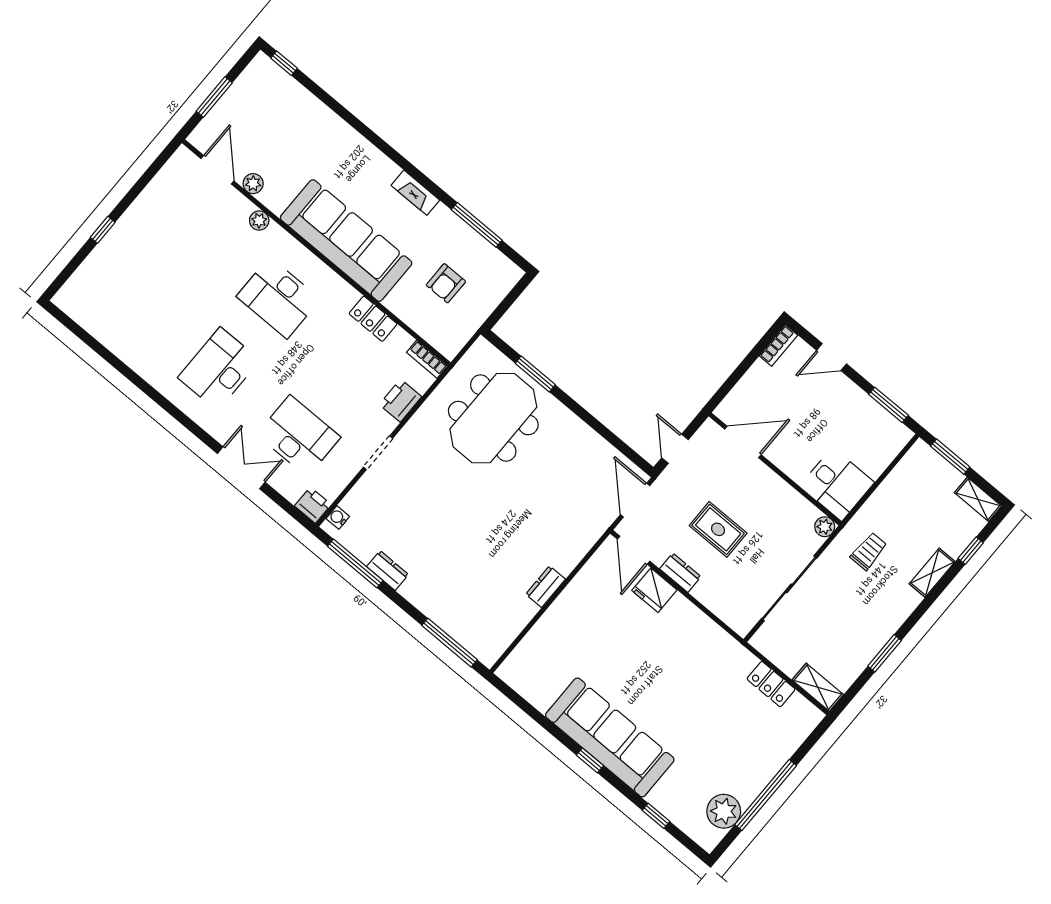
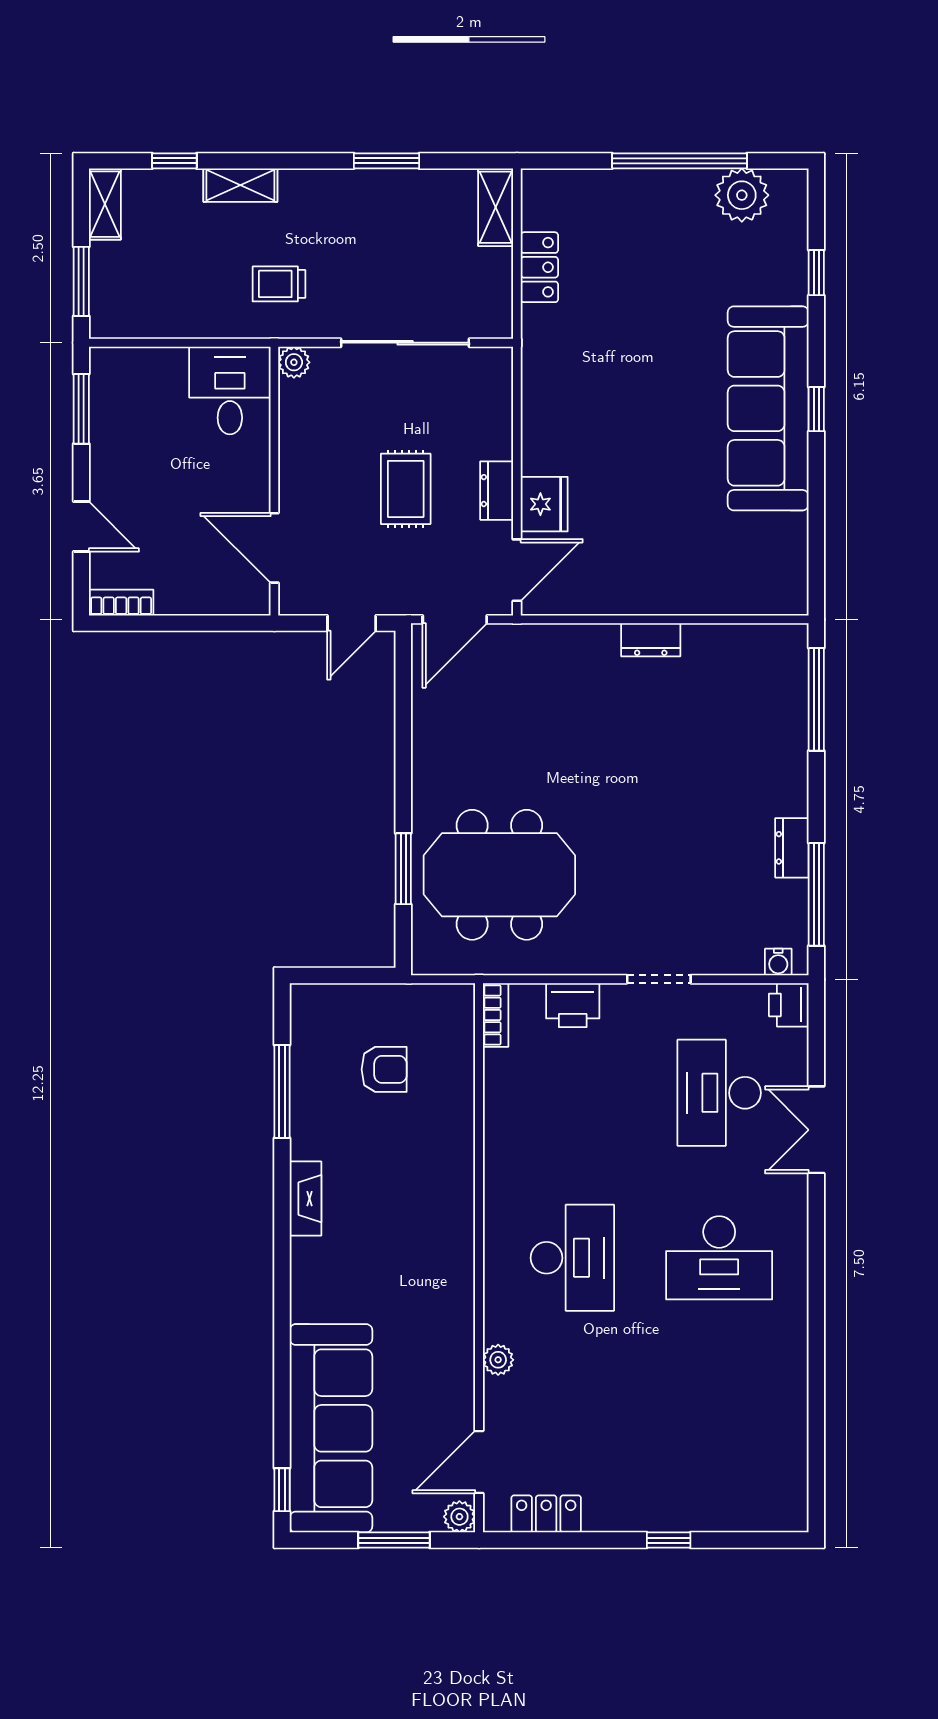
plant: (253, 184) -> (459, 1517), moved
sofa: (346, 240) -> (331, 1428), moved, turned 180
locker: (373, 319) -> (546, 1514), moved, turned -90

